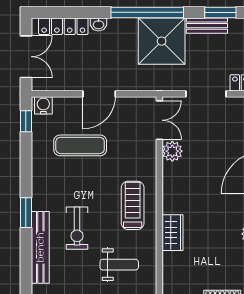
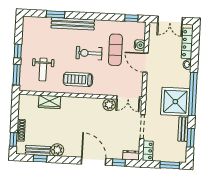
water cooler: (43, 105) -> (140, 45), moved
treadmill: (133, 205) -> (78, 79), turned 180
window: (26, 213) -> (56, 14), moved
exercise bike: (77, 228) -> (89, 53), moved
wardrobe: (173, 233) -> (50, 102), moved
bench: (40, 247) -> (73, 24), moved

